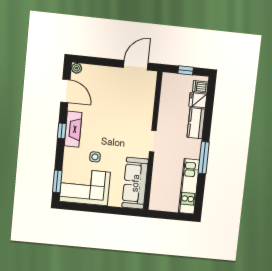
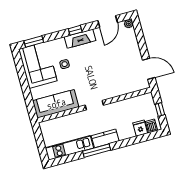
kitchen counter: (196, 123) -> (105, 138), moved

